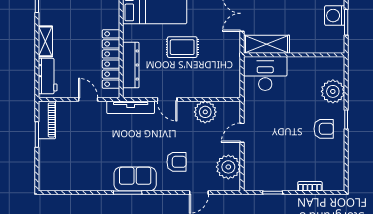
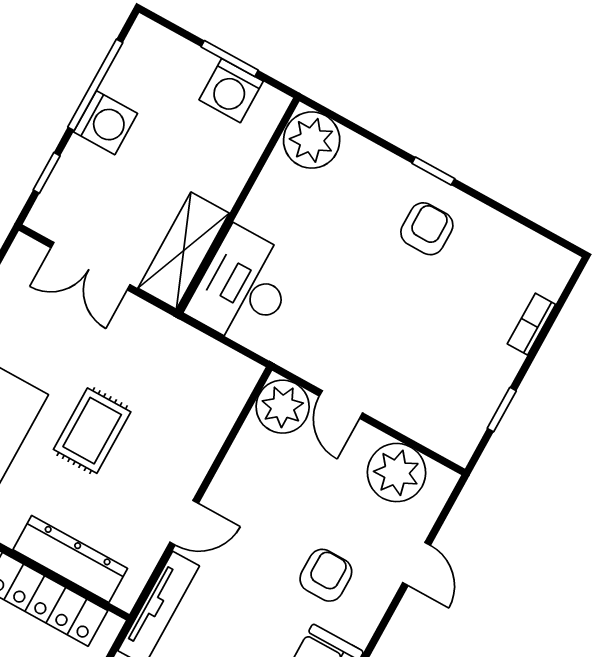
washing machine: (335, 16) -> (231, 91), moved
plant: (333, 91) -> (312, 140), moved
plant: (205, 112) -> (283, 407), moved

